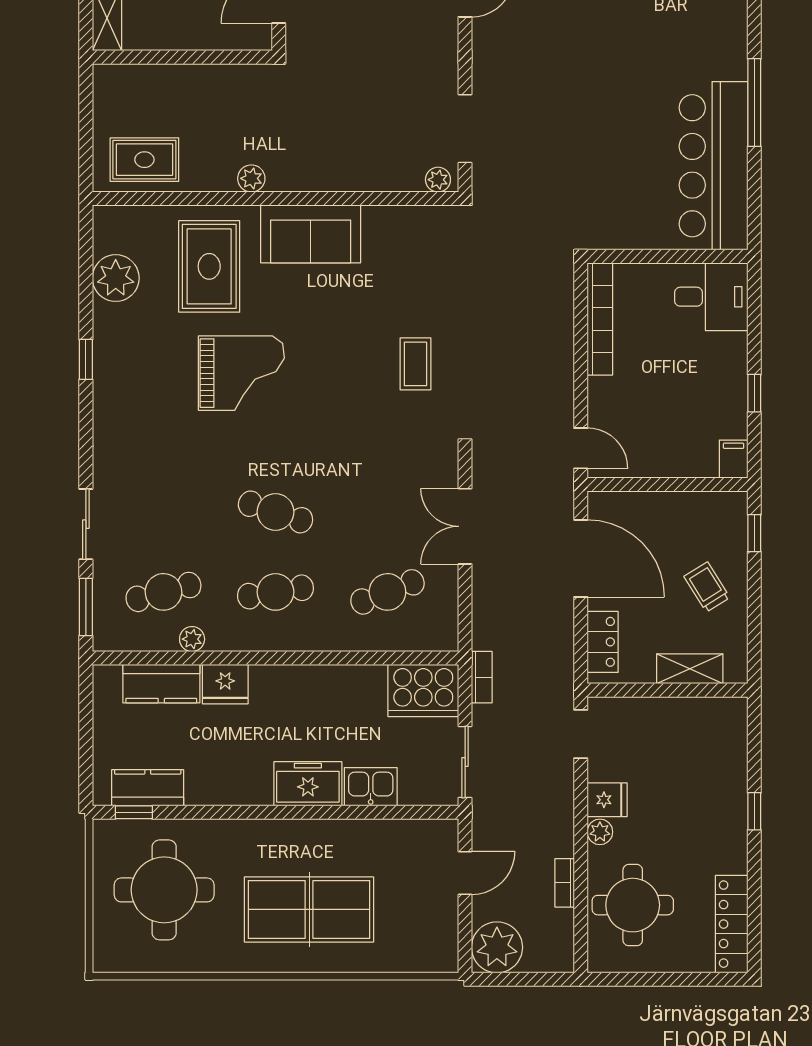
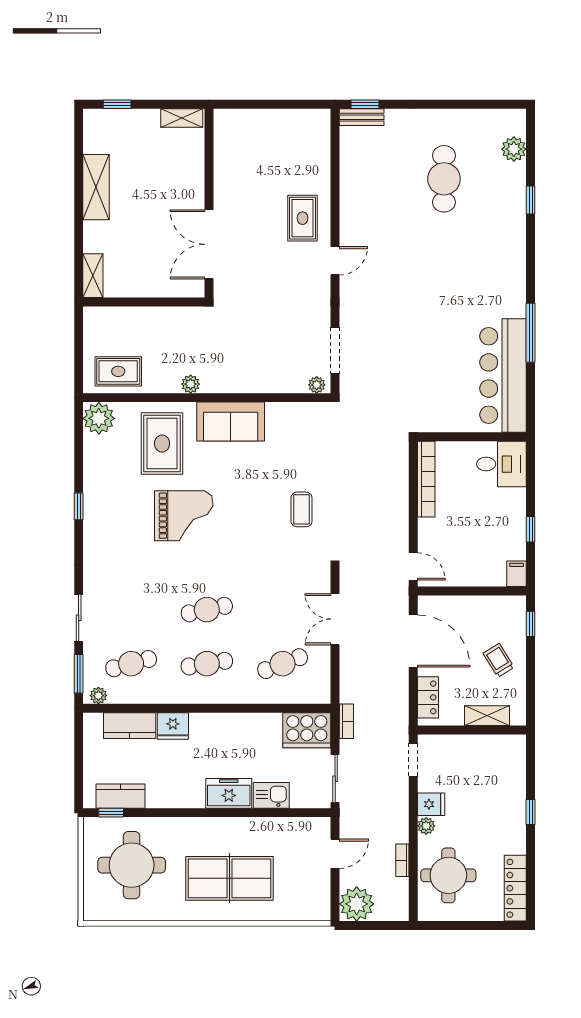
plant: (116, 278) -> (99, 418), moved
cafe table: (275, 512) -> (207, 610), turned -30
plant: (192, 639) -> (98, 696), moved

